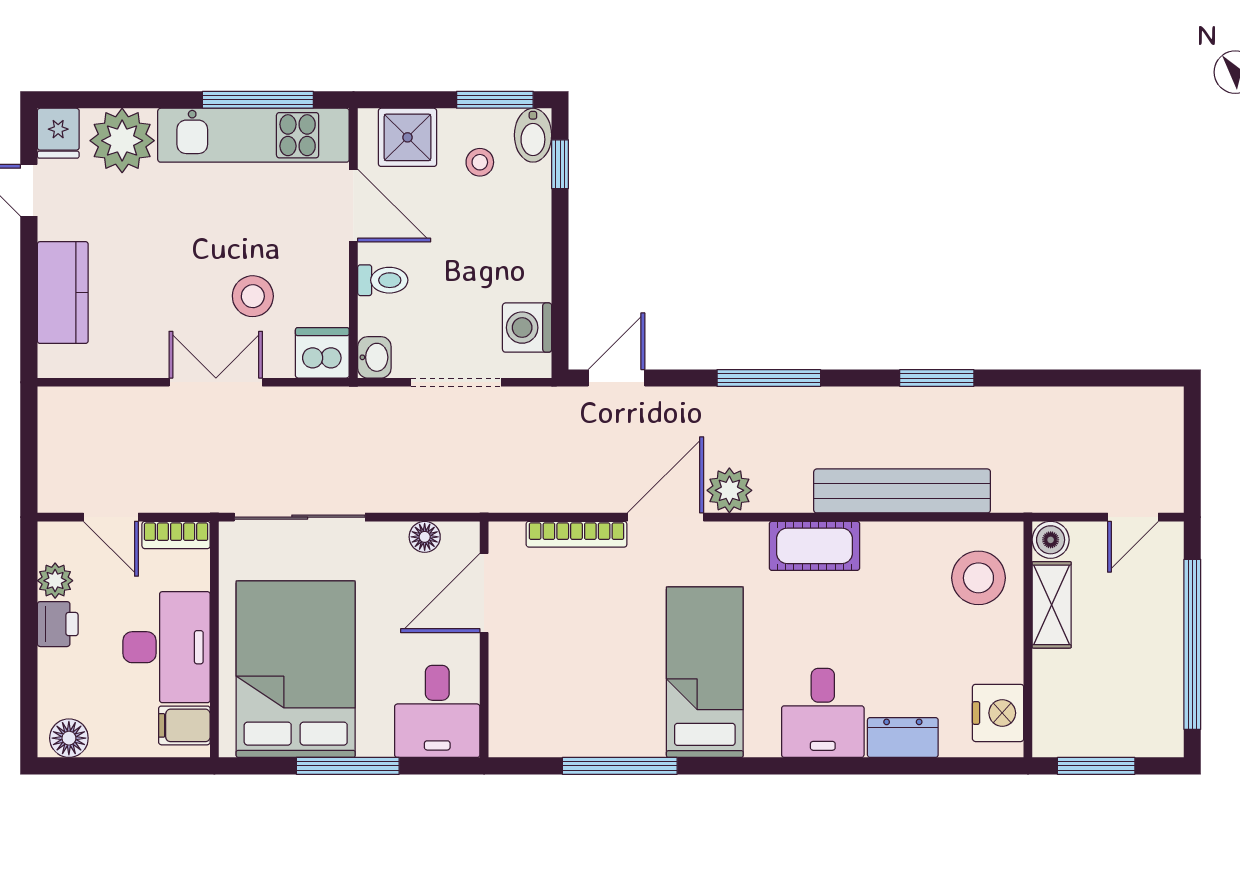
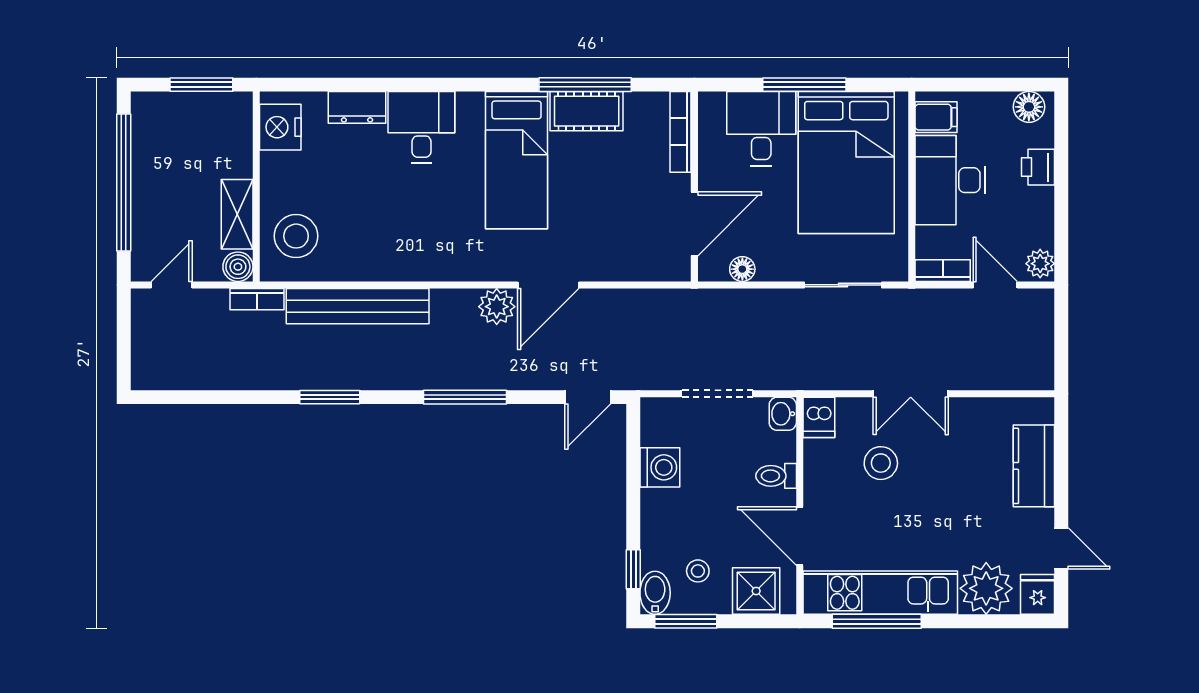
washing machine: (527, 328) -> (660, 467), moved
dishwasher: (322, 353) -> (819, 417), width x0.73
bookcase: (1027, 500) -> (257, 299), added
sliding door: (300, 517) -> (843, 285), width x0.73
bookcase: (577, 534) -> (681, 132), moved, turned -90
cot: (814, 546) -> (587, 111), moved
plant: (55, 581) -> (1040, 264), moved
printer: (58, 624) -> (1038, 167), moved
desk: (437, 711) -> (761, 128), moved

